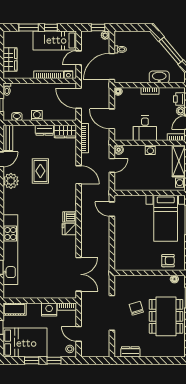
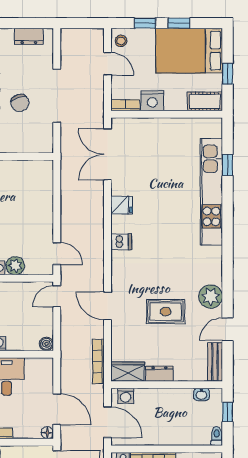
washing machine: (37, 116) -> (126, 396), moved
door: (112, 119) -> (57, 409), moved
door: (112, 165) -> (57, 296), moved
rug: (40, 171) -> (166, 312), turned 90
plant: (139, 201) -> (15, 266), added
fridge: (69, 229) -> (122, 205), moved

